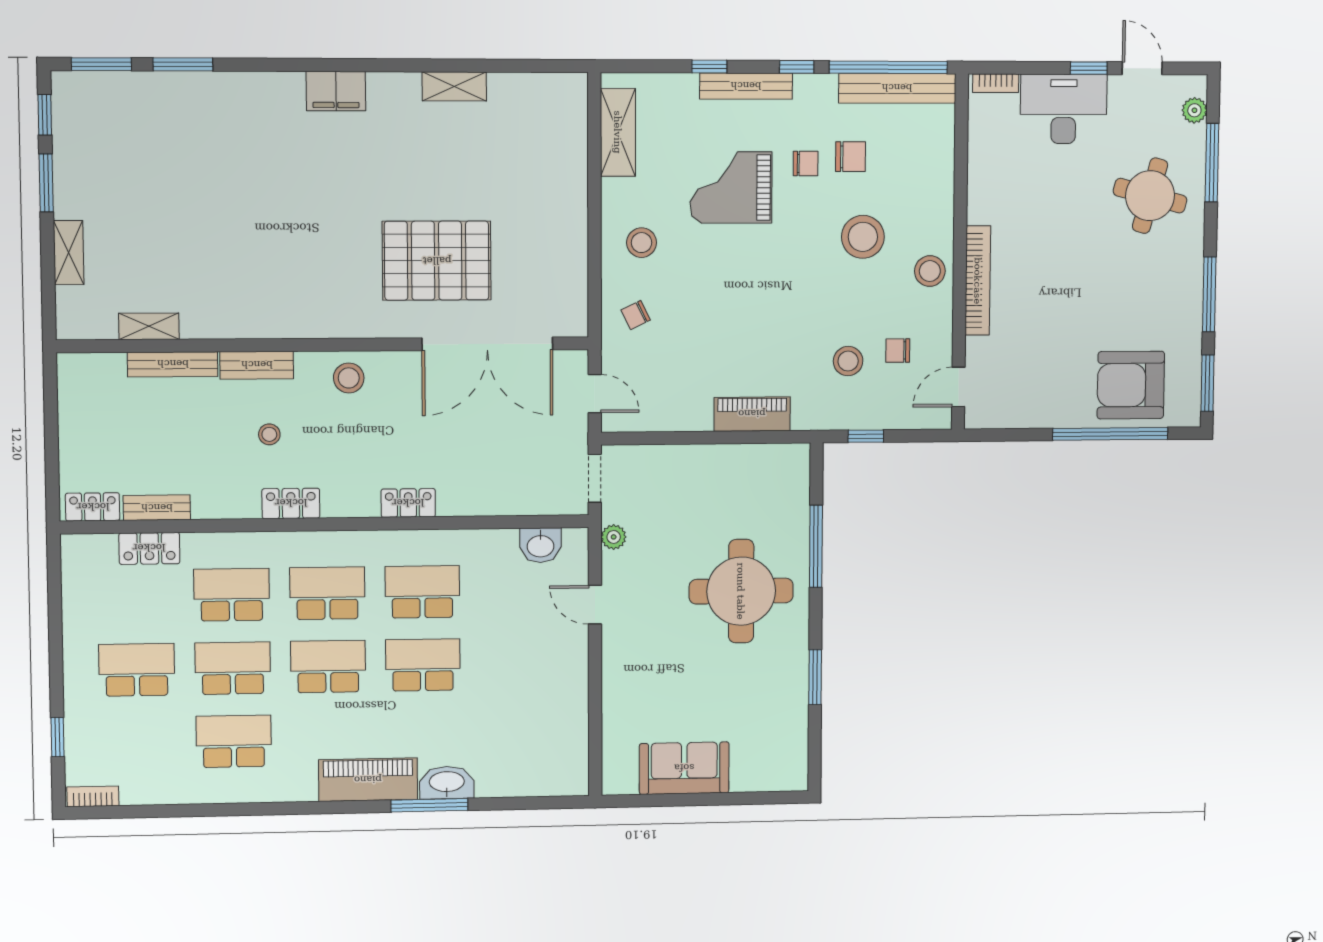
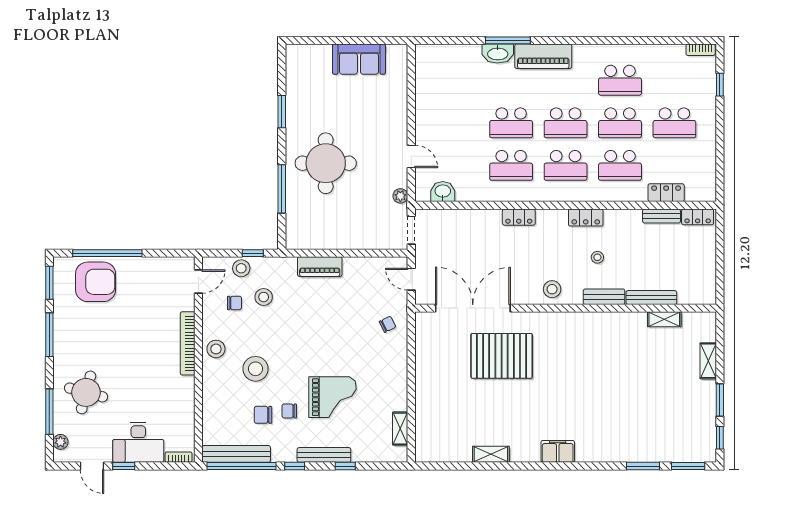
shelving: (618, 132) -> (400, 429), width x0.67, depth x0.75
stool: (642, 243) -> (241, 268), moved

